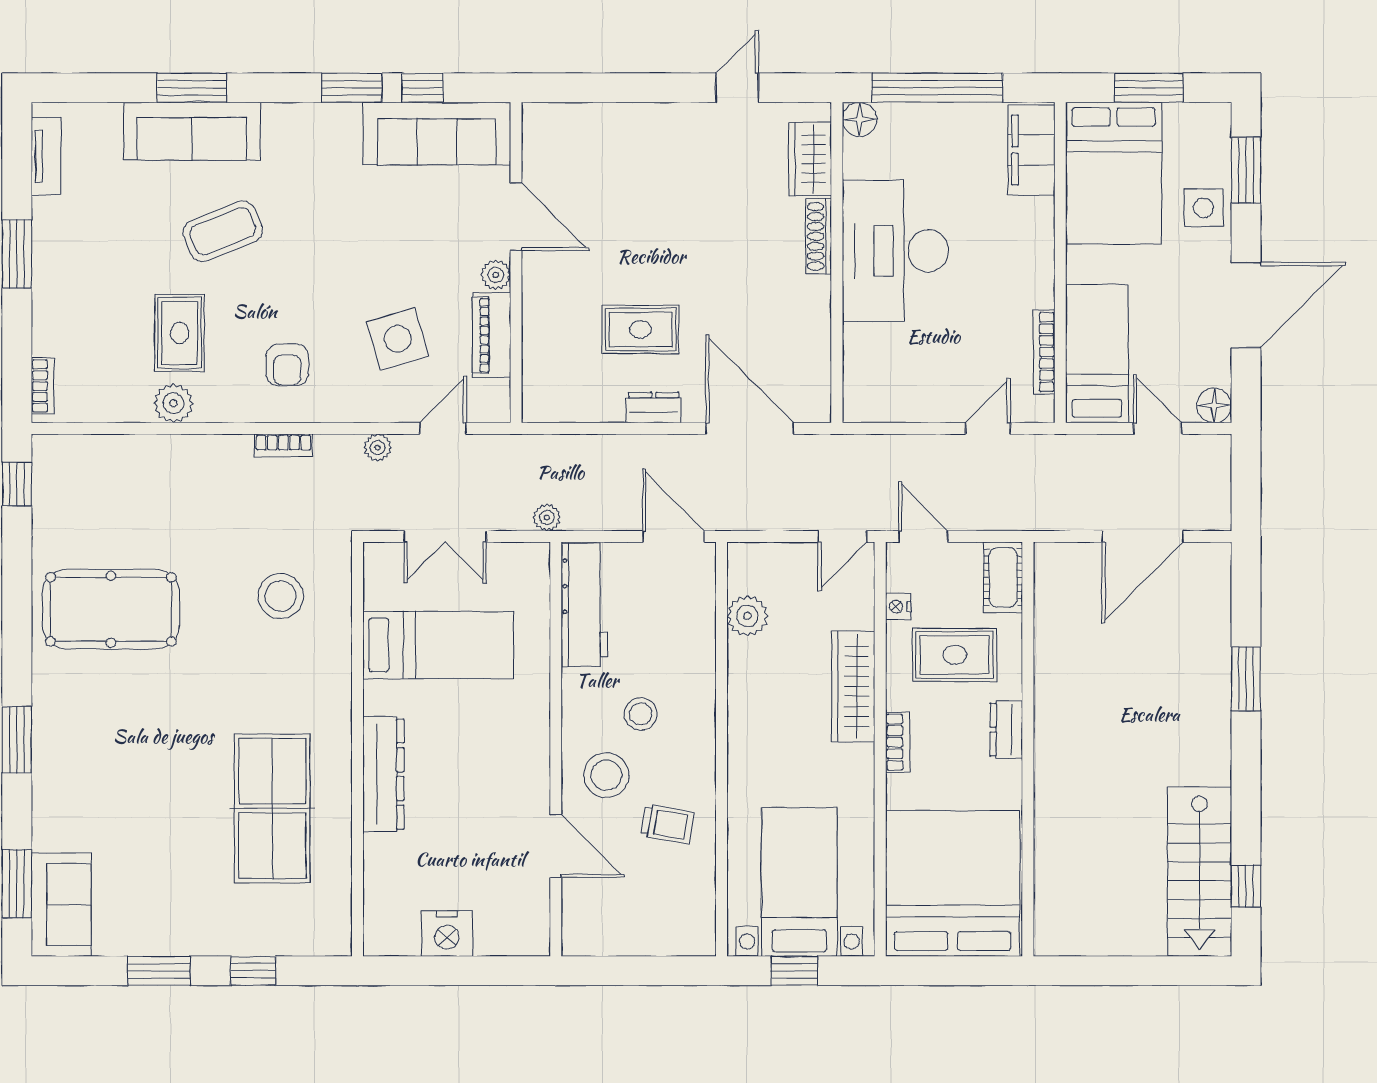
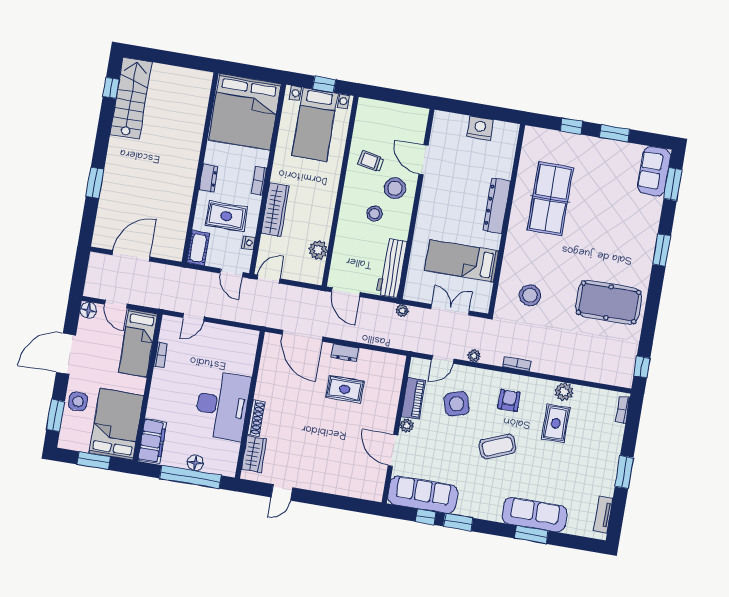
floor lamp: (859, 119) -> (195, 463), moved
coffee table: (223, 231) -> (497, 446), moved
bookcase: (1044, 352) -> (161, 355), width x0.64

